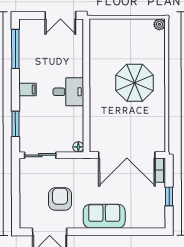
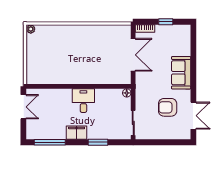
parasol: (135, 83) -> (76, 49), removed
filing cabinet: (28, 89) -> (77, 133), width x2.00
window: (15, 124) -> (98, 142), moved
double door: (127, 155) -> (133, 55), width x0.73

